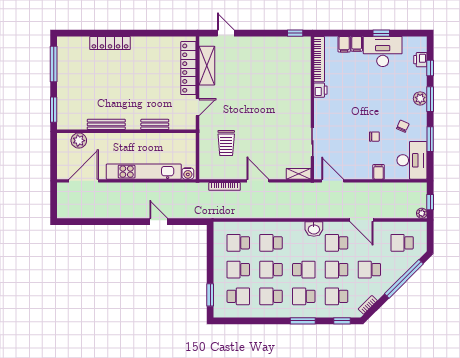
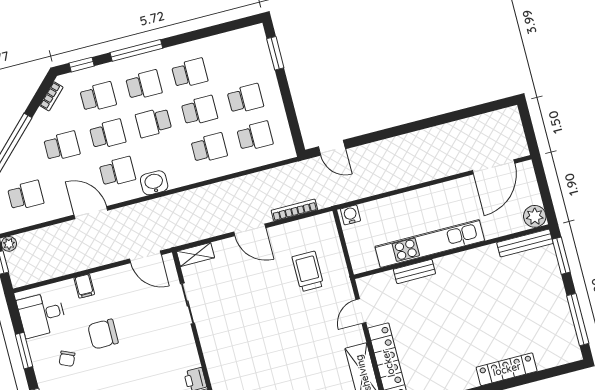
bench: (106, 124) -> (525, 243), moved
chair: (374, 137) -> (103, 334), width x1.87, depth x1.87
plant: (79, 141) -> (535, 216), moved
desk: (412, 160) -> (42, 314), width x0.73
kitchen unit: (144, 172) -> (430, 244), moved, turned 180
door: (159, 222) -> (332, 148), moved
school desk: (238, 296) -> (236, 61), removed
window: (303, 321) -> (136, 50), width x1.44

